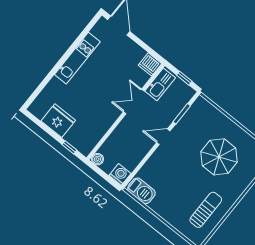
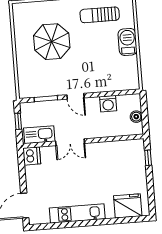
fridge: (58, 121) -> (128, 206), moved, turned 90
boiler: (98, 159) -> (136, 117), moved
washing machine: (120, 175) -> (108, 104), moved, turned -90
barbecue: (141, 191) -> (128, 42), moved

